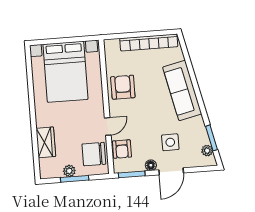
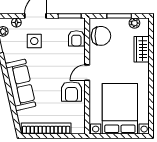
door: (108, 126) -> (87, 73), moved
armchair: (122, 149) -> (76, 38), turned 180
floor lamp: (151, 165) -> (16, 22), moved
plant: (69, 171) -> (134, 23), moved

